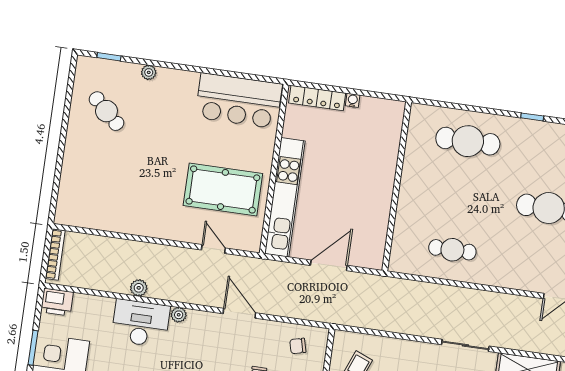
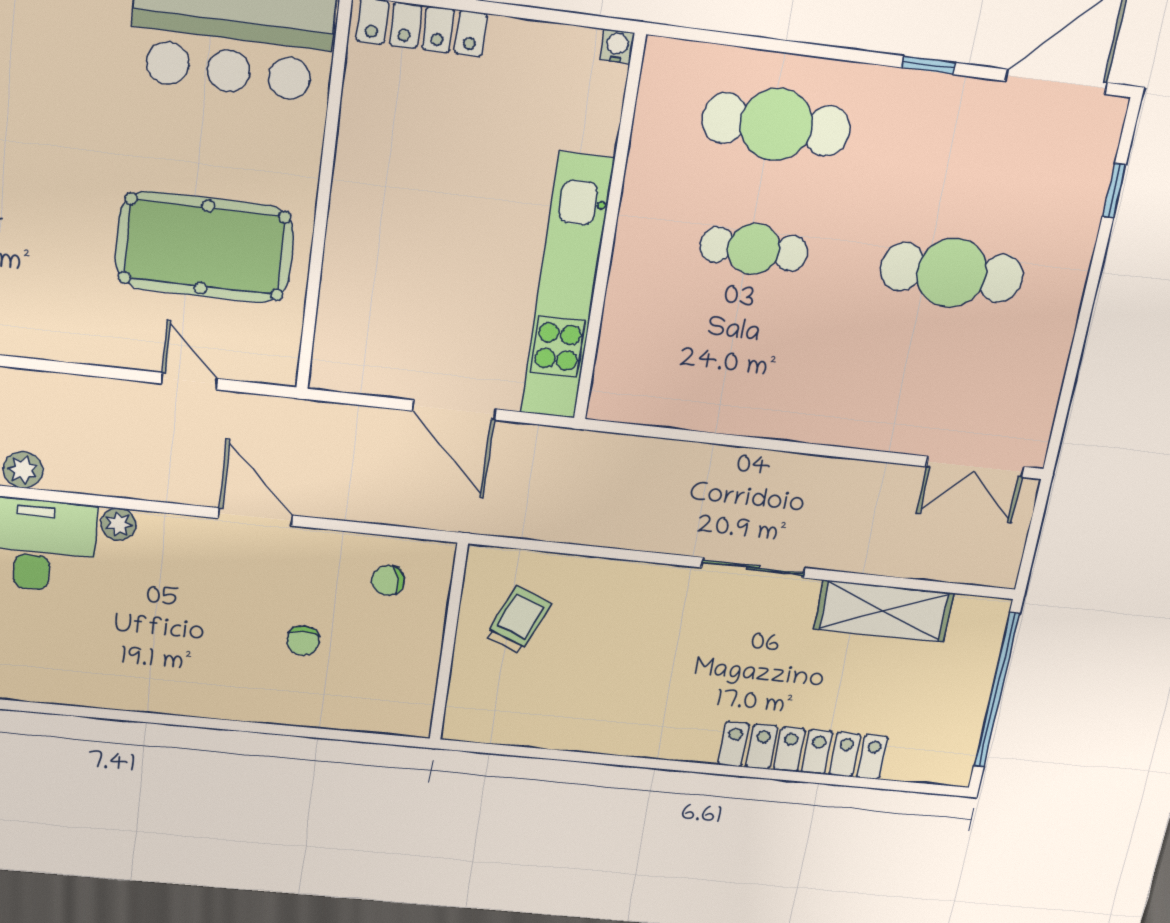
water cooler: (353, 100) -> (617, 46), moved
kitchen unit: (285, 197) -> (567, 287), moved, turned 180
cafe table: (452, 250) -> (754, 249), moved
door: (329, 265) -> (454, 410), swing flipped

